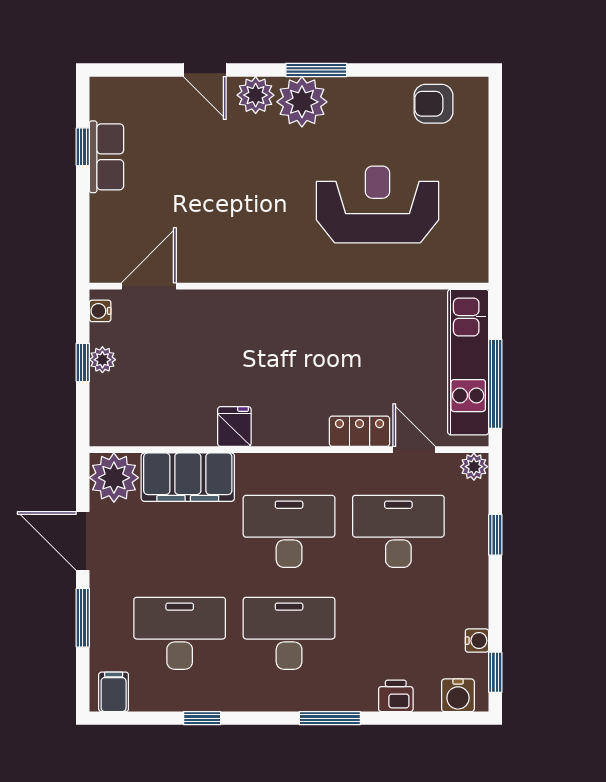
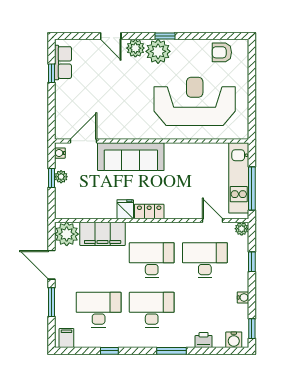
window: (316, 70) -> (165, 36), width x0.67
row of seats: (106, 157) -> (63, 63), moved
reception desk: (378, 204) -> (195, 101), width x1.36, depth x1.30
sofa: (246, 318) -> (131, 157), added
locker: (360, 431) -> (149, 211), moved
water cooler: (477, 641) -> (243, 297), moved

